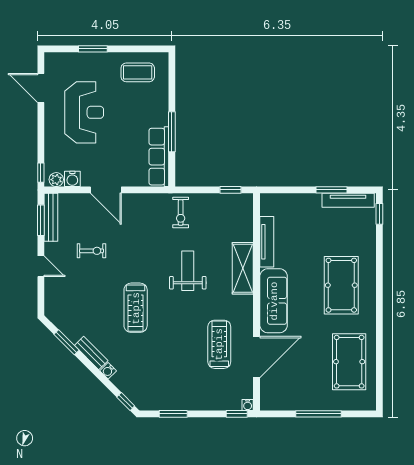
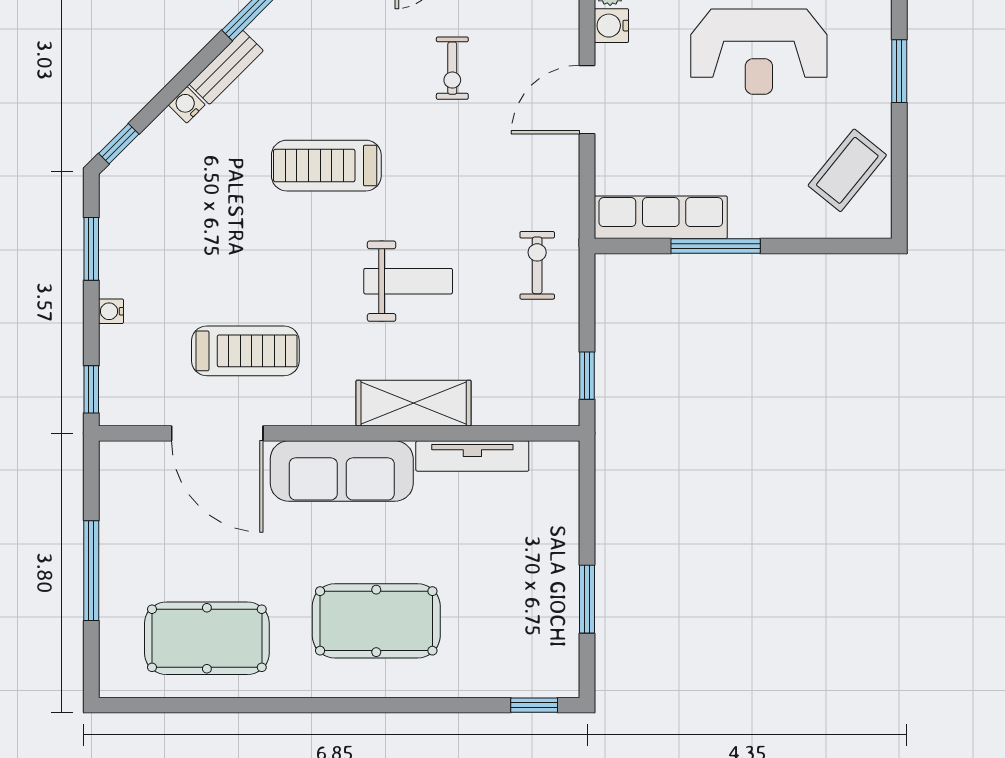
coffee table: (138, 72) -> (847, 170), turned 39
tv unit: (348, 200) -> (564, 636), removed
exercise bike: (181, 212) -> (537, 265), turned 90
water cooler: (248, 405) -> (111, 311), moved

